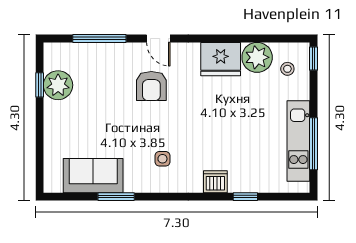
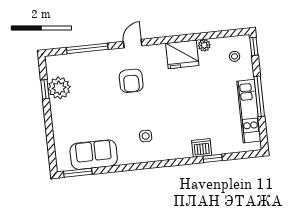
door: (158, 38) -> (133, 44), swing flipped
plant: (257, 57) -> (204, 45), width x0.53, depth x0.53
window: (314, 144) -> (259, 96), moved
dishwasher: (215, 182) -> (202, 148), moved
window: (116, 197) -> (78, 173), moved

